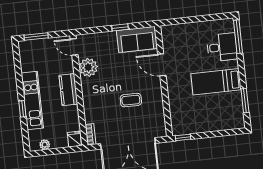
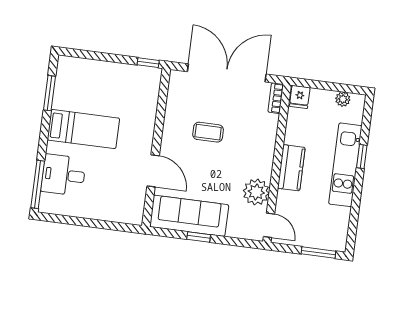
sofa: (137, 39) -> (189, 216), width x1.36

